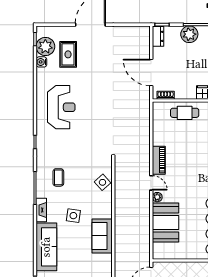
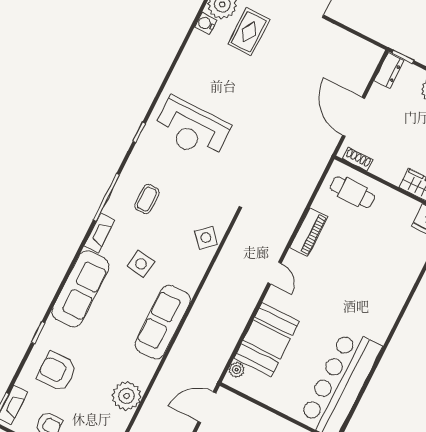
reception desk: (61, 107) -> (192, 129), moved, turned 90
cafe table: (185, 113) -> (352, 192), moved
piano: (159, 160) -> (309, 232), moved
plant: (157, 197) -> (237, 370), moved
sofa: (102, 236) -> (163, 322), width x1.36

